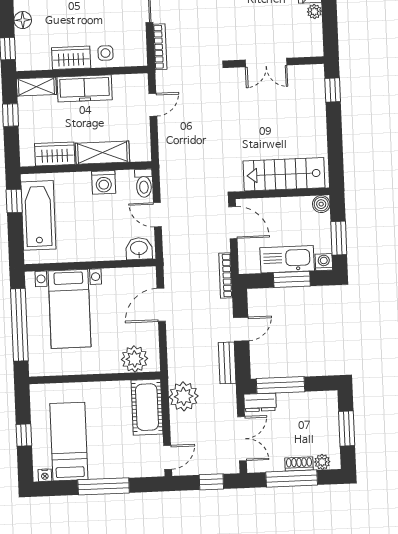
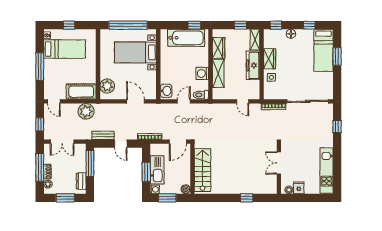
wall: (277, 62) -> (279, 169), moved
double door: (266, 63) -> (279, 163), moved
dresser: (260, 402) -> (81, 181), moved

